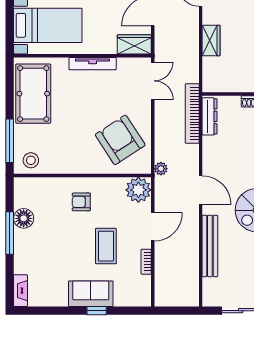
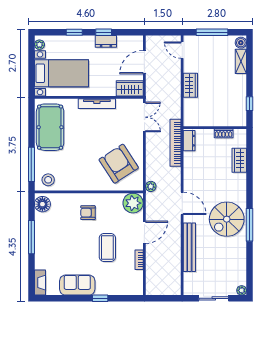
dresser: (210, 116) -> (189, 141), width x0.70
floor lamp: (24, 218) -> (42, 204), moved
sofa: (91, 294) -> (77, 285), moved

